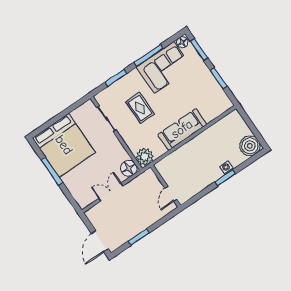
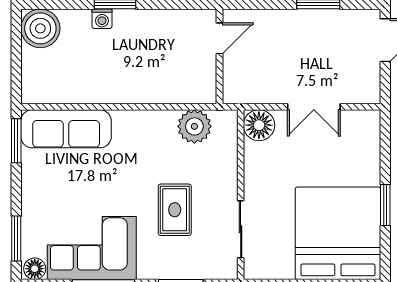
window: (219, 78) -> (16, 141), moved
sofa: (182, 129) -> (66, 129), moved
plant: (145, 157) -> (194, 126), moved
window: (52, 171) -> (385, 205), width x0.69

